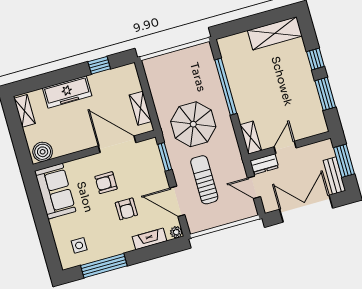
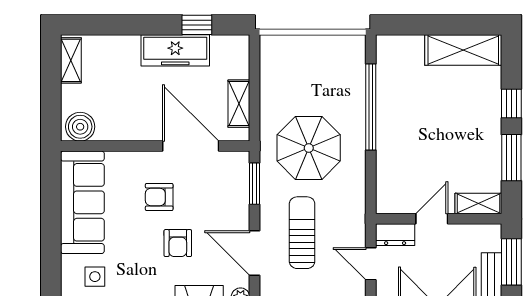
freezer: (67, 92) -> (175, 50), moved
shelving: (251, 138) -> (478, 203), moved, turned 90
sofa: (55, 191) -> (82, 202), width x1.36

